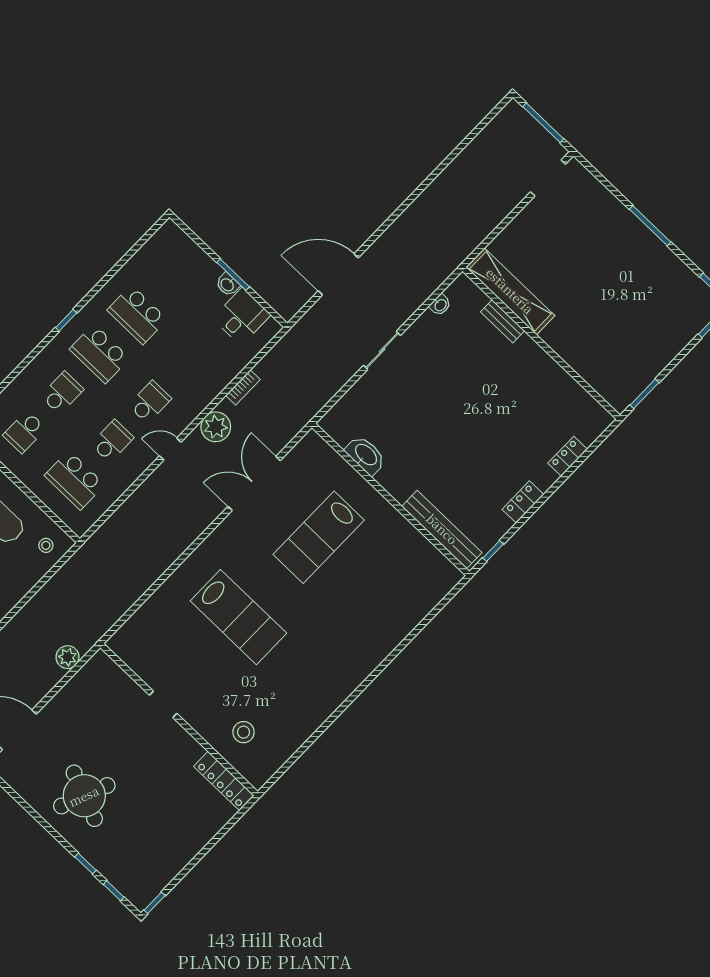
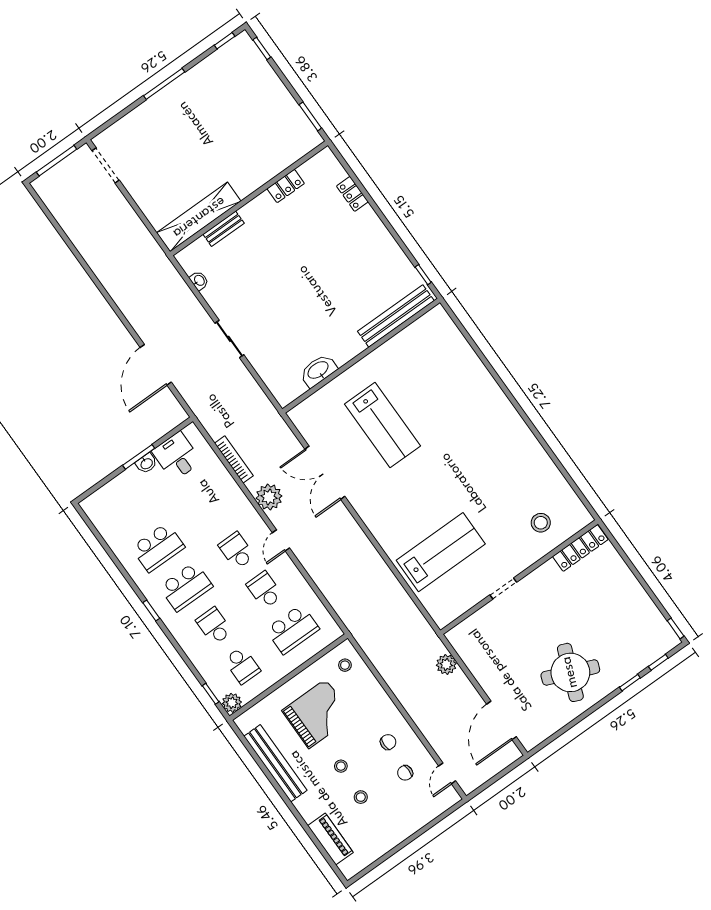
bookcase: (243, 387) -> (234, 459), width x1.56
locker: (523, 502) -> (286, 186), moved, turned -90
lab bench: (238, 617) -> (441, 552), moved

